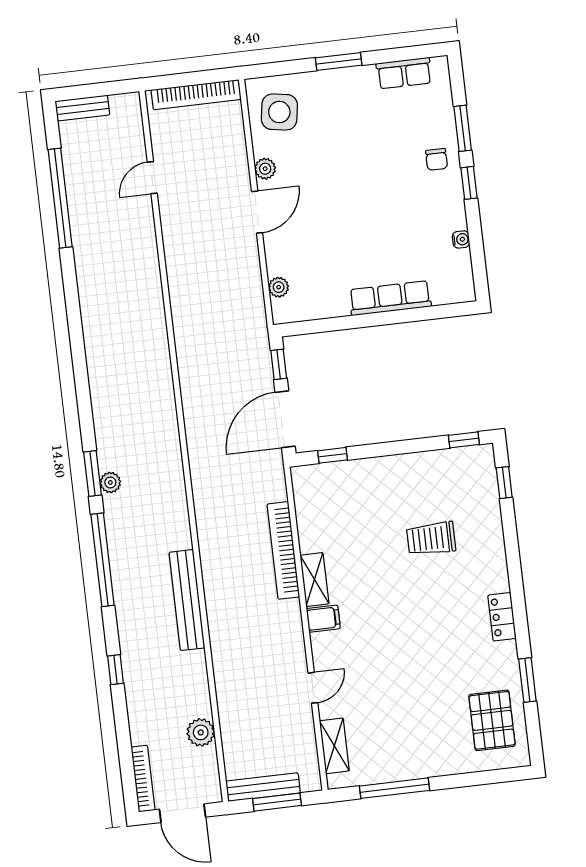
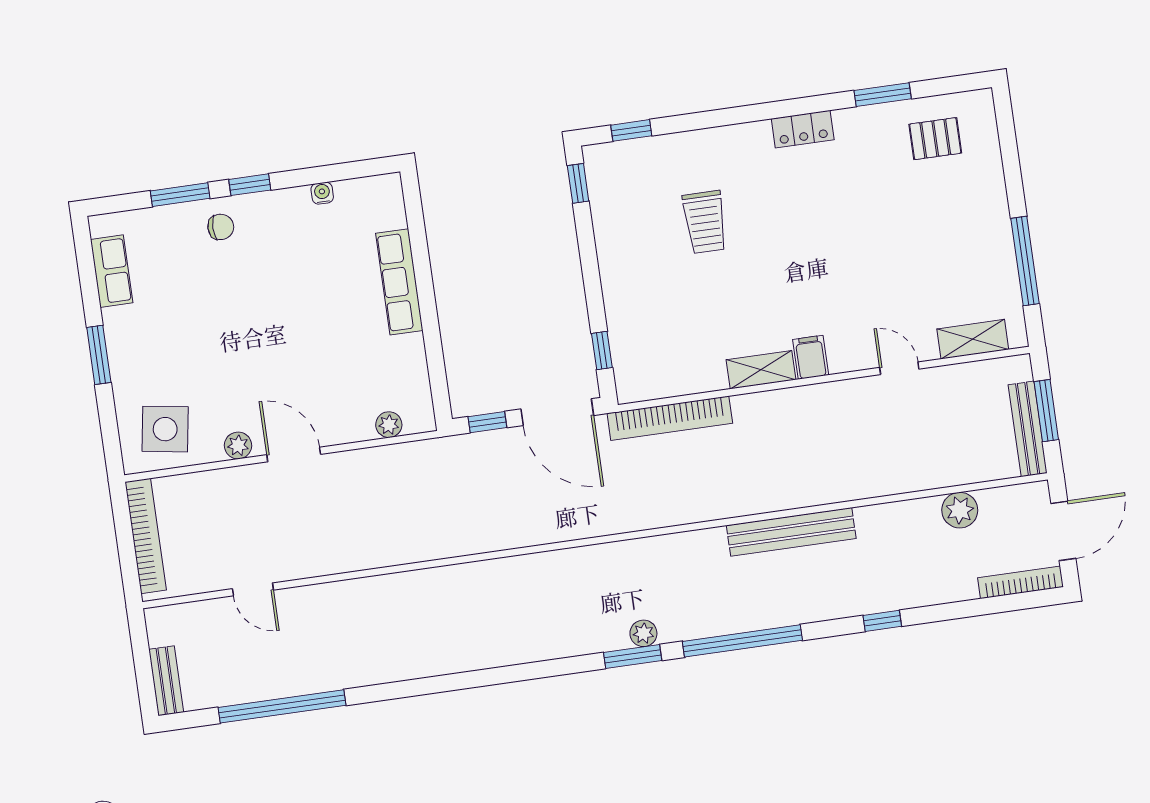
bookcase: (283, 550) -> (670, 418), moved
pallet: (492, 720) -> (935, 139), width x0.67, depth x0.71

